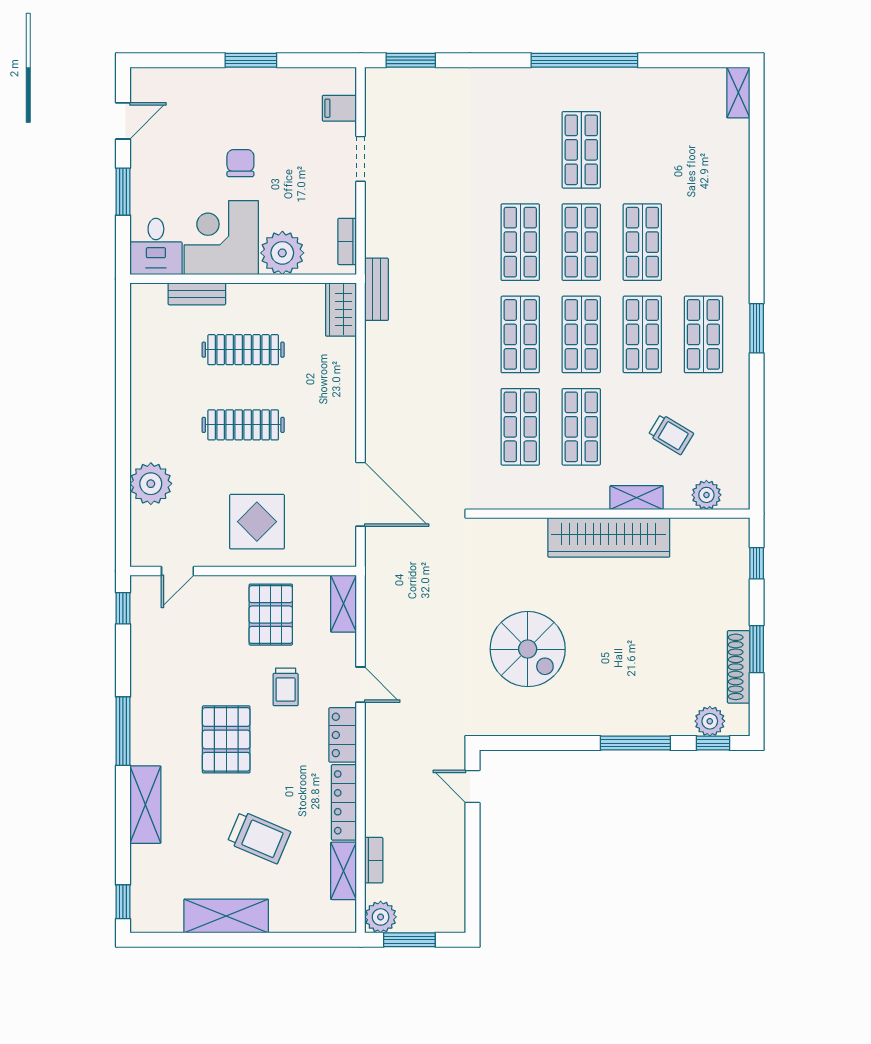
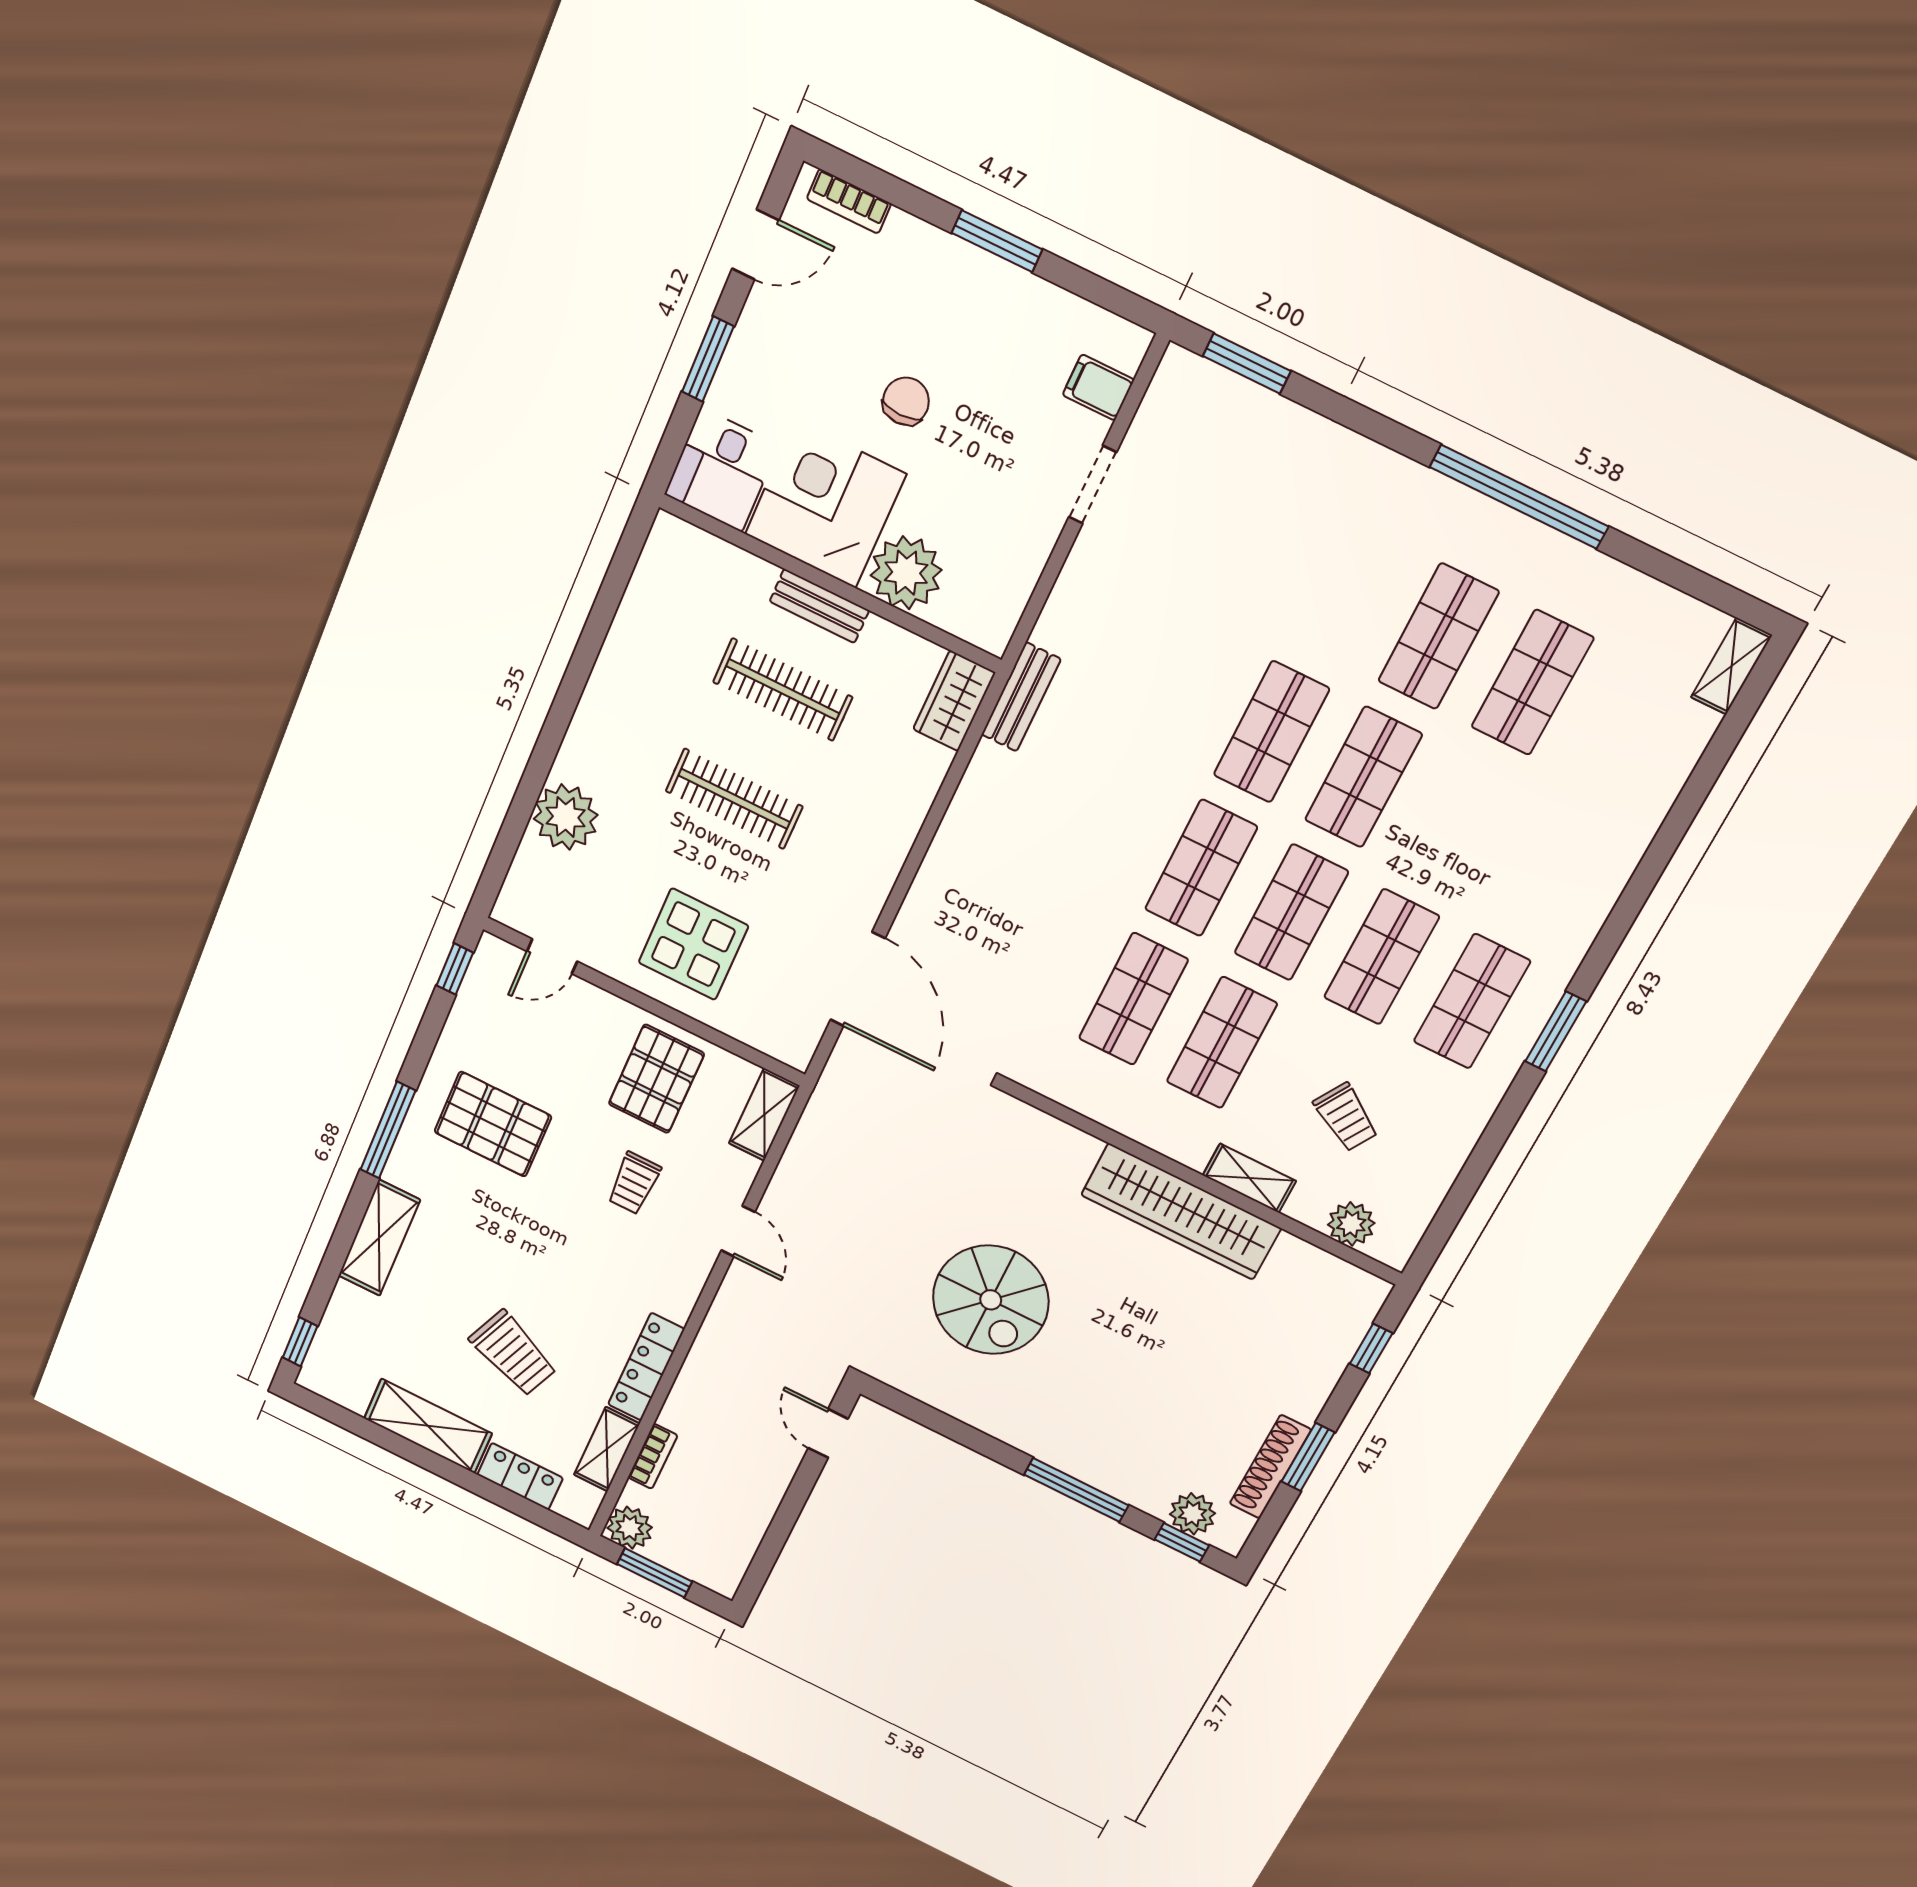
bookcase: (347, 241) -> (849, 201), moved, turned -90
shop shelf: (642, 242) -> (1532, 683), moved
bench: (197, 294) -> (819, 606), moved
locker: (343, 735) -> (520, 1476), moved, turned 90
pallet: (226, 739) -> (493, 1124), moved, turned 90

